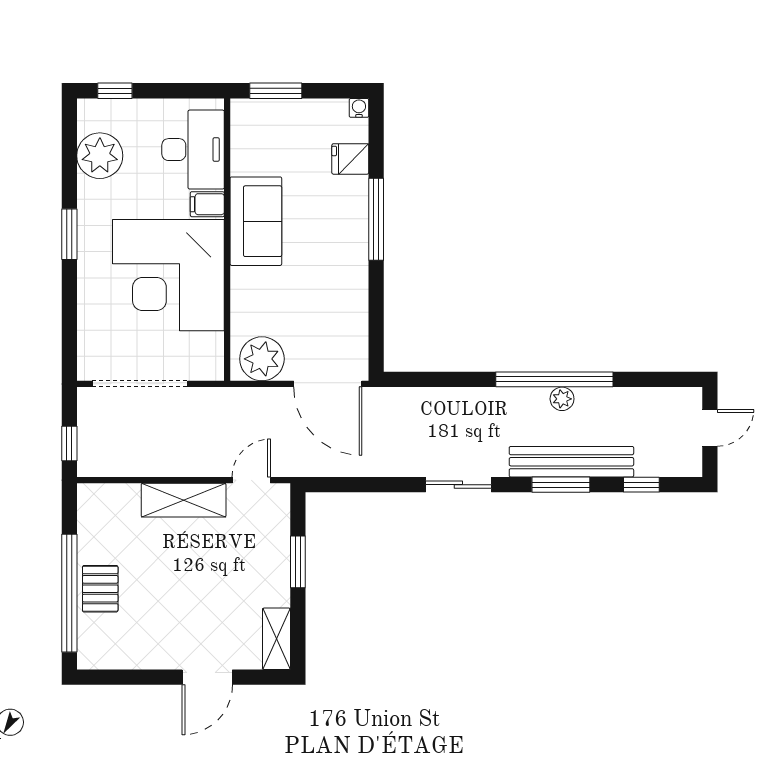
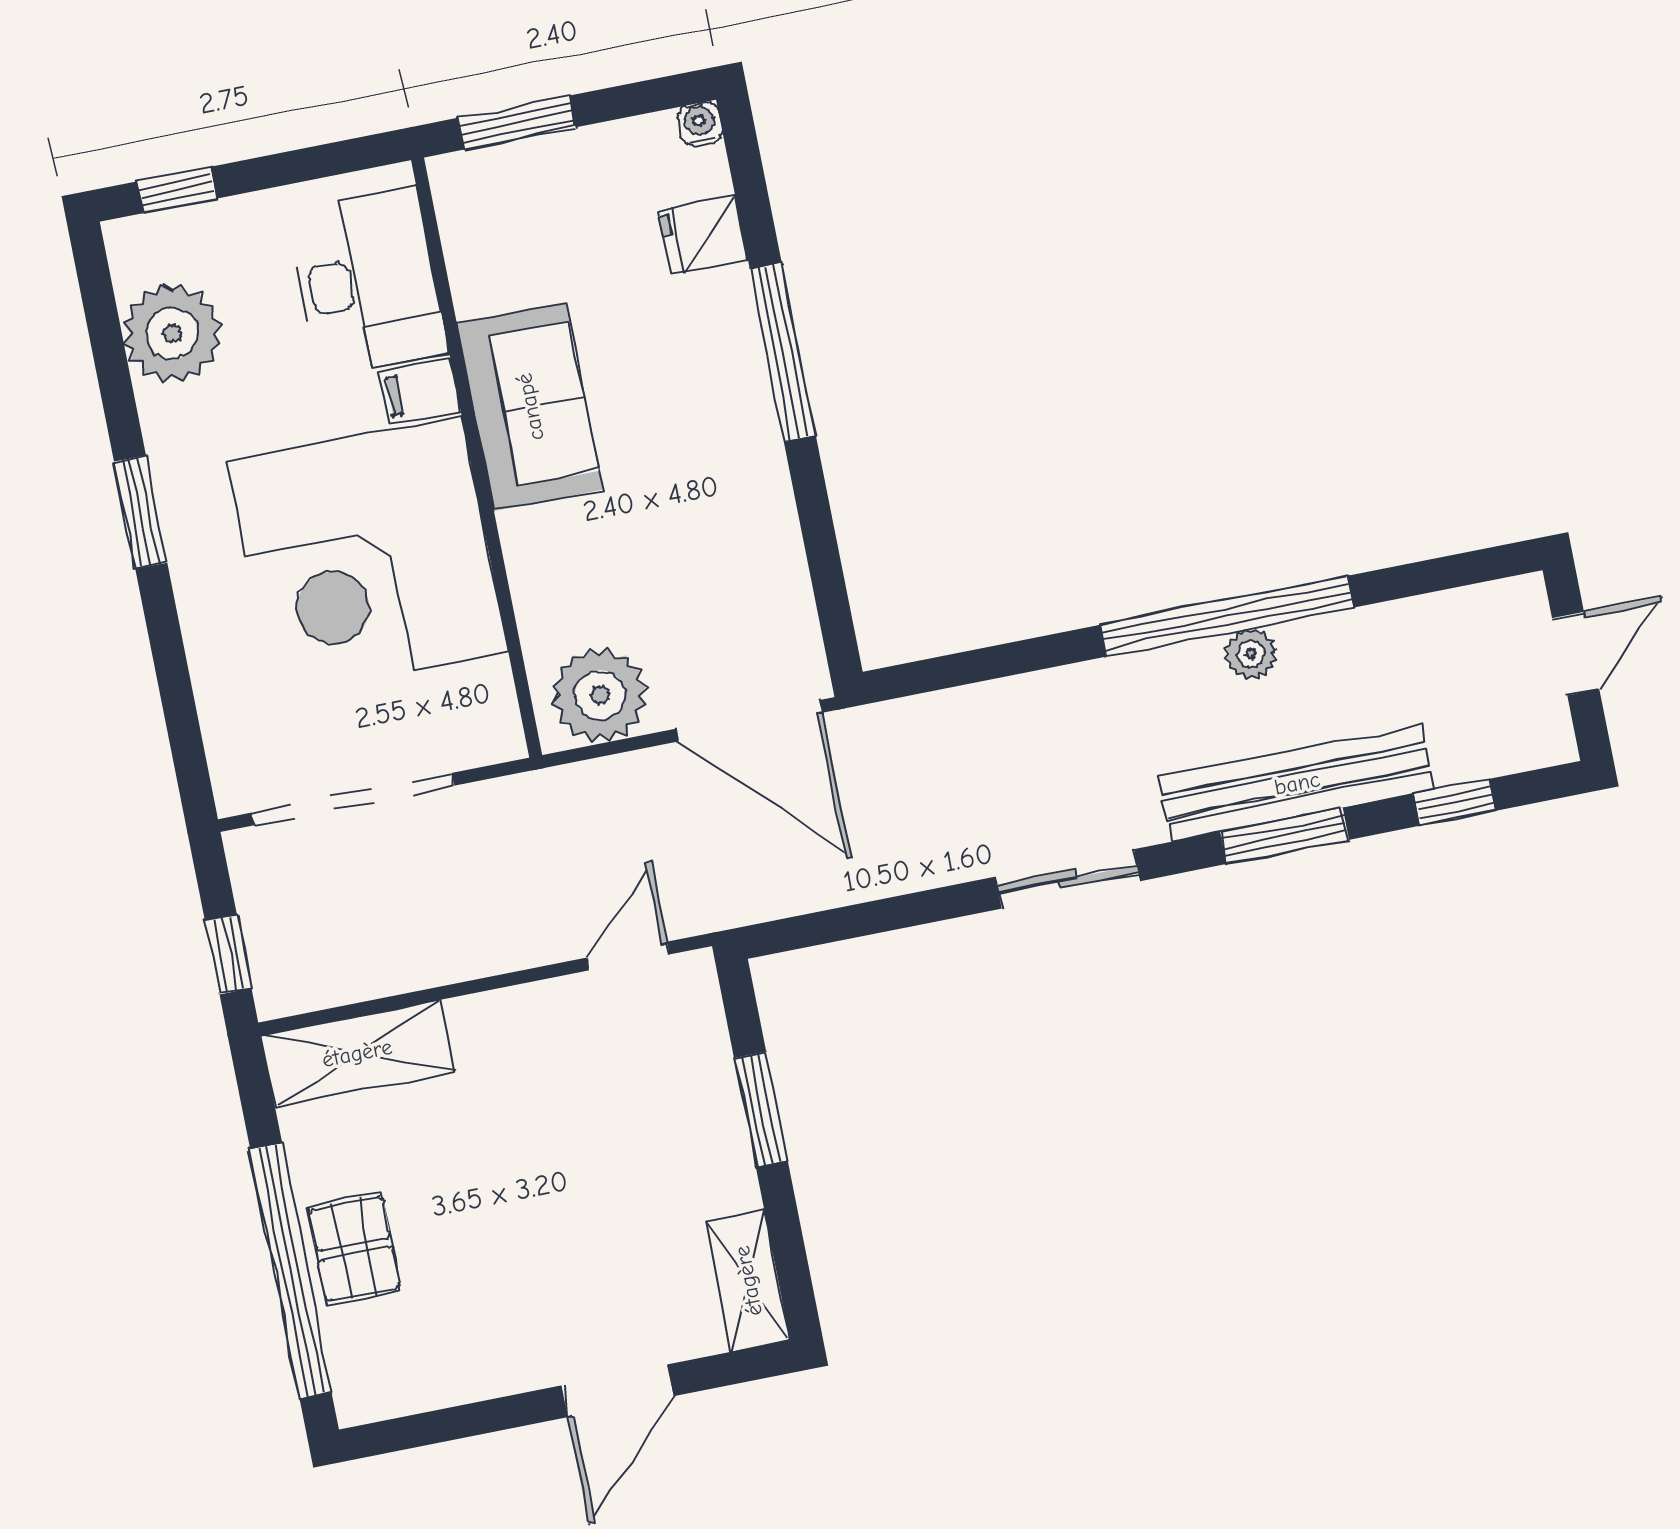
shelving: (184, 500) -> (357, 1053), moved

